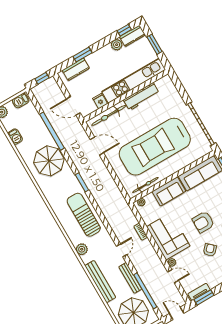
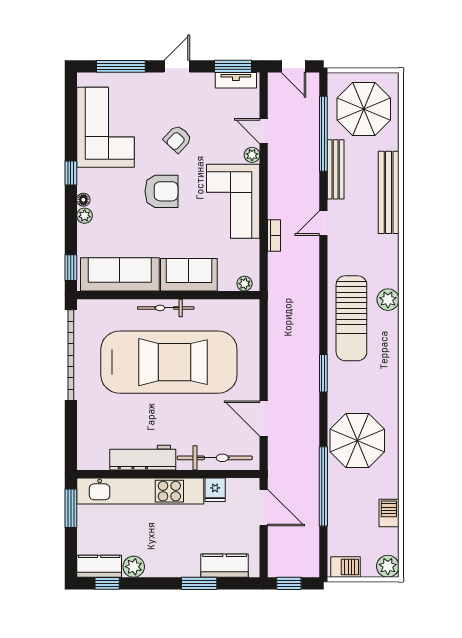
window: (154, 44) -> (71, 508), moved
bicycle: (145, 185) -> (166, 308), moved
plant: (82, 249) -> (388, 300), moved

